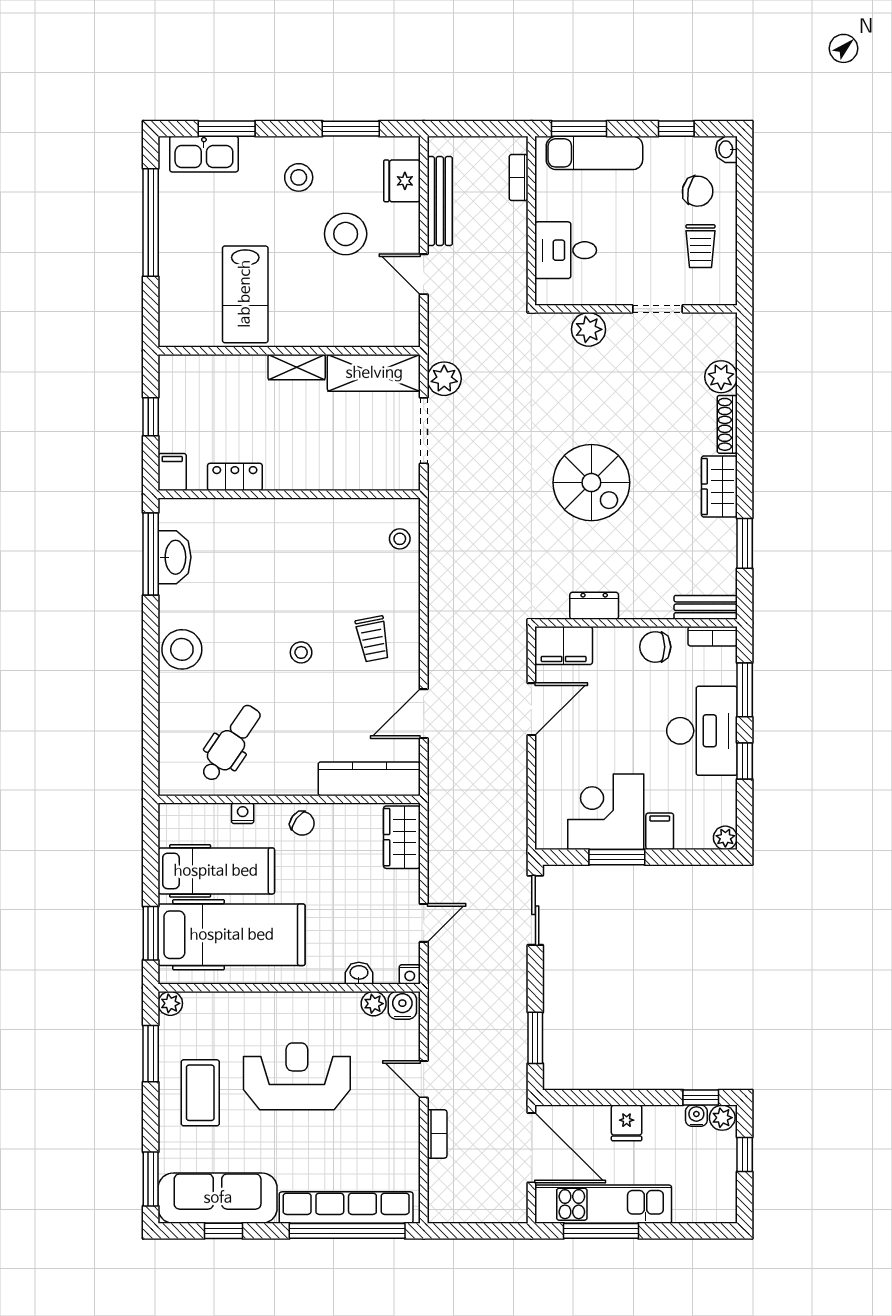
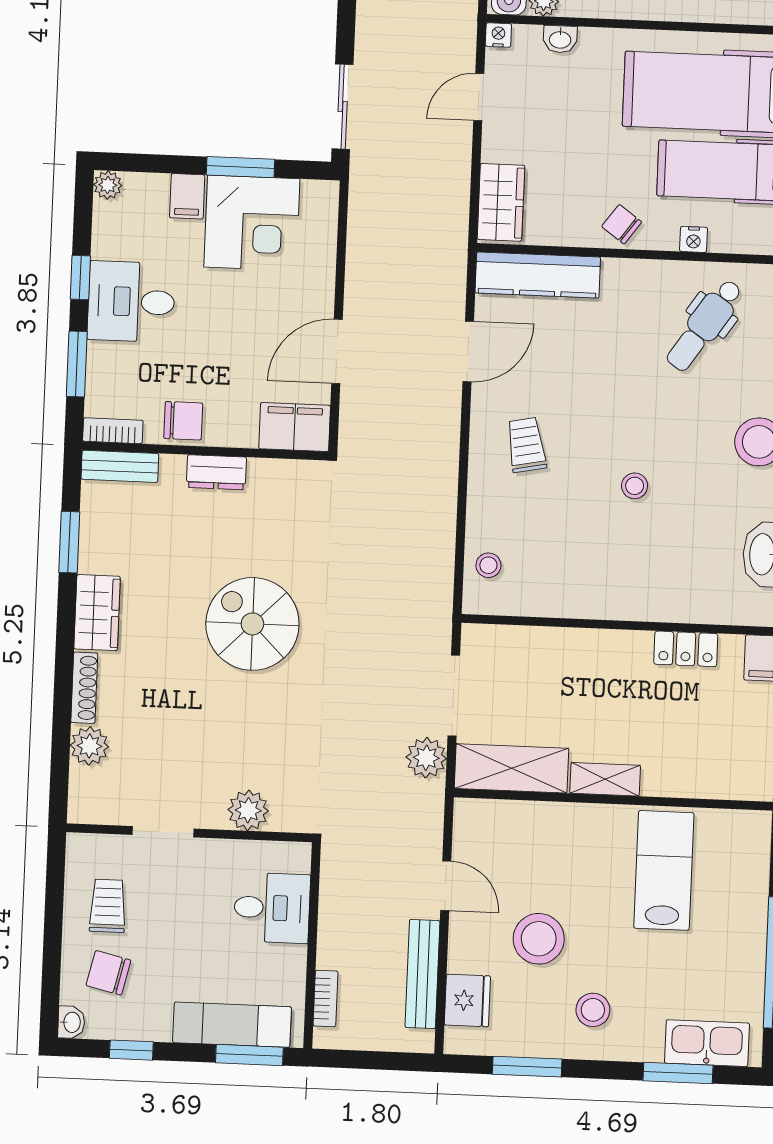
dresser: (594, 606) -> (216, 472), moved
stool: (301, 652) -> (635, 486), moved
desk: (702, 731) -> (131, 302), width x0.73

